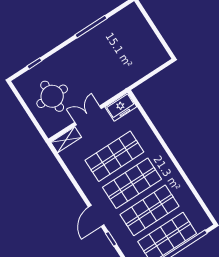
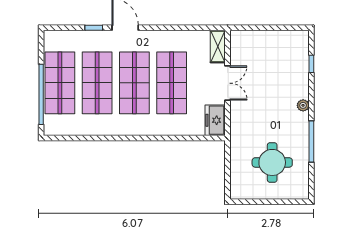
plant: (69, 50) -> (303, 105), added
round table: (52, 96) -> (272, 162), moved

